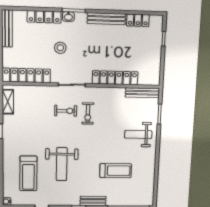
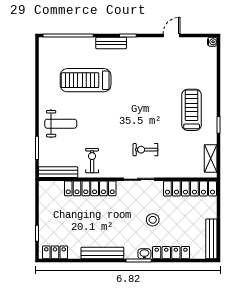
locker: (138, 20) -> (55, 252), moved
exercise bike: (88, 113) -> (92, 161), moved
weight bench: (62, 164) -> (149, 87), removed
treadmill: (116, 171) -> (86, 80), width x1.37, depth x1.38
treadmill: (28, 173) -> (192, 110), moved

